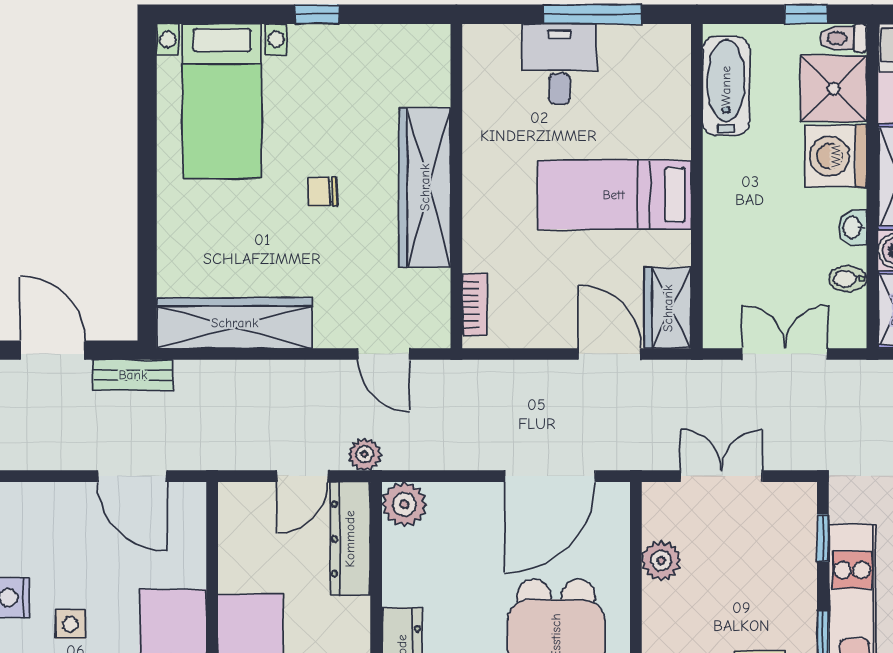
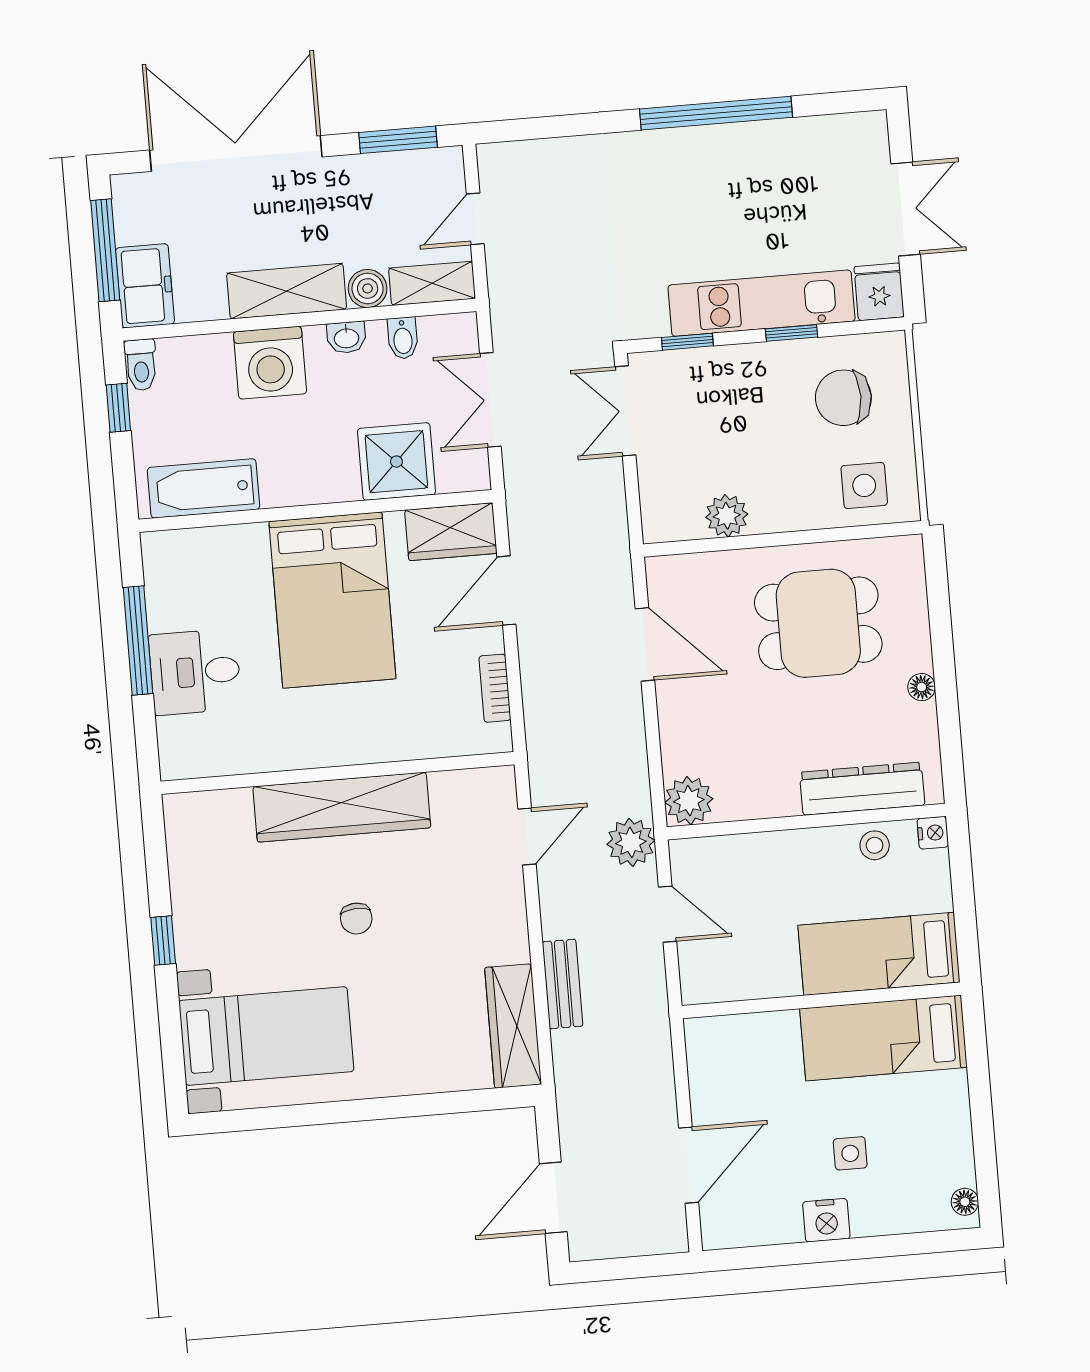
shower: (834, 89) -> (396, 462), moved
bed: (614, 195) -> (332, 600), width x1.50
bookcase: (474, 305) -> (495, 688), moved, turned -90
wardrobe: (235, 323) -> (513, 1026), width x0.71, depth x0.85
bench: (133, 375) -> (563, 984), moved
plant: (365, 454) -> (631, 842), width x1.38, depth x1.38
door: (132, 476) -> (689, 1165), moved
door: (550, 476) -> (645, 644), width x0.73
double door: (721, 476) -> (625, 411), moved
dresser: (350, 539) -> (731, 856), removed

